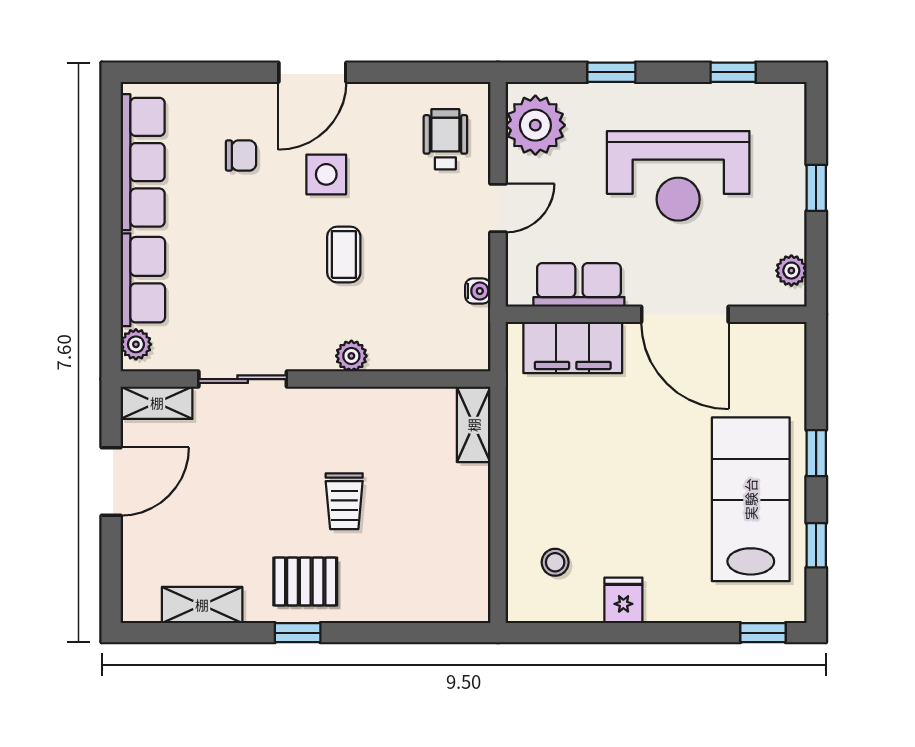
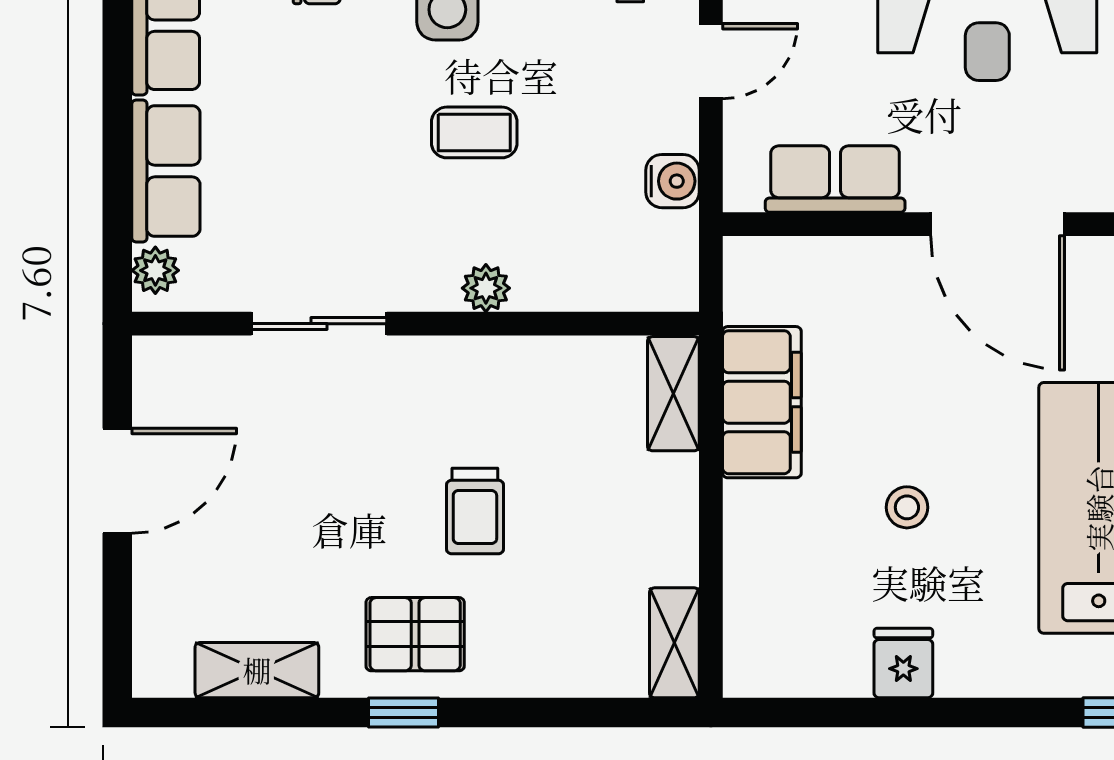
coffee table: (344, 254) -> (474, 132), turned 90
water cooler: (478, 291) -> (672, 181), width x1.38, depth x1.38
filing cabinet: (573, 348) -> (762, 402), moved, turned -90
shelving: (157, 403) -> (674, 643), moved, turned 90
stool: (555, 562) -> (907, 507), moved

